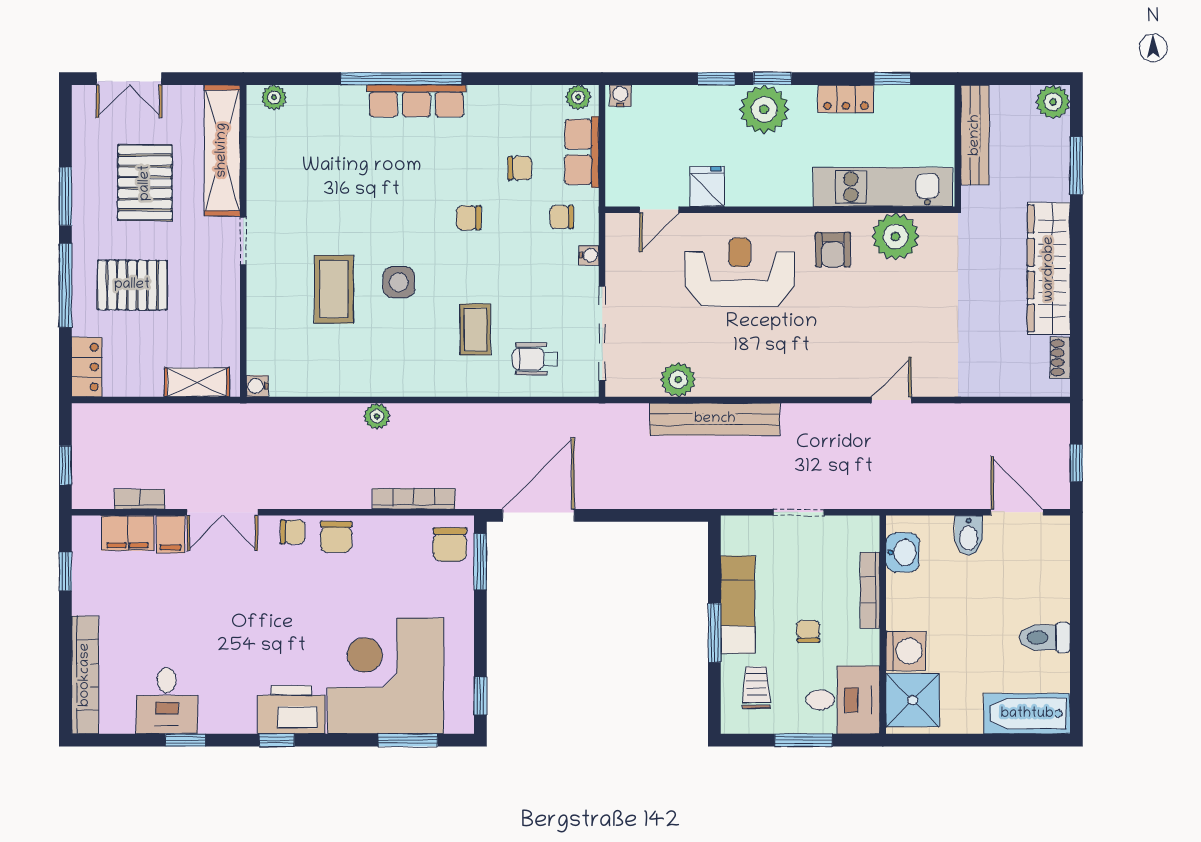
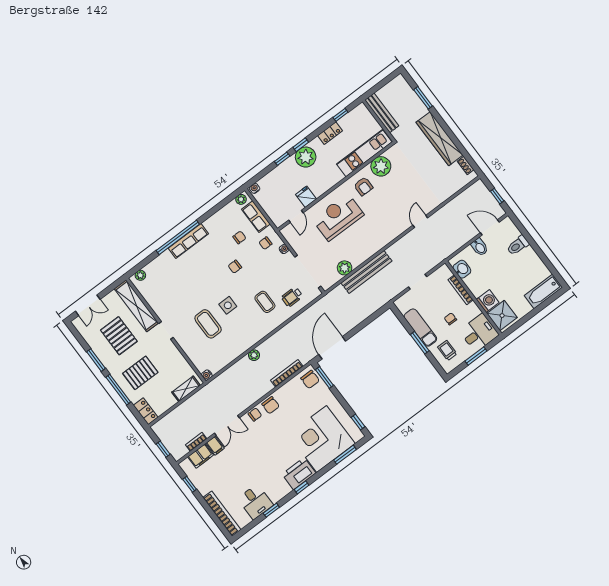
plant: (1053, 102) -> (399, 82), removed
toilet: (1045, 638) -> (518, 245), moved

